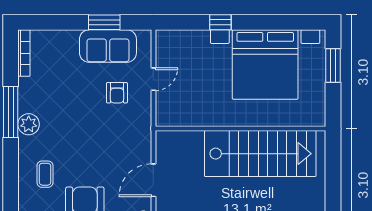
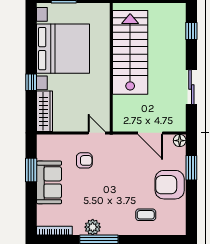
wardrobe: (182, 40) -> (44, 111), added
sofa: (108, 46) -> (49, 182), moved
door: (153, 79) -> (97, 133), moved
plant: (29, 124) -> (93, 227), moved

